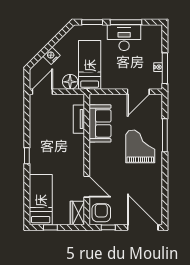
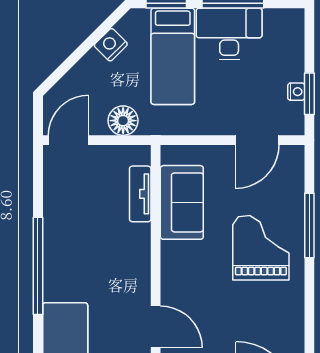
nightstand: (51, 56) -> (111, 45), moved
bed: (90, 65) -> (173, 56), moved, turned 180
window: (165, 68) -> (309, 94), width x0.69
window: (27, 156) -> (38, 266), width x3.17

